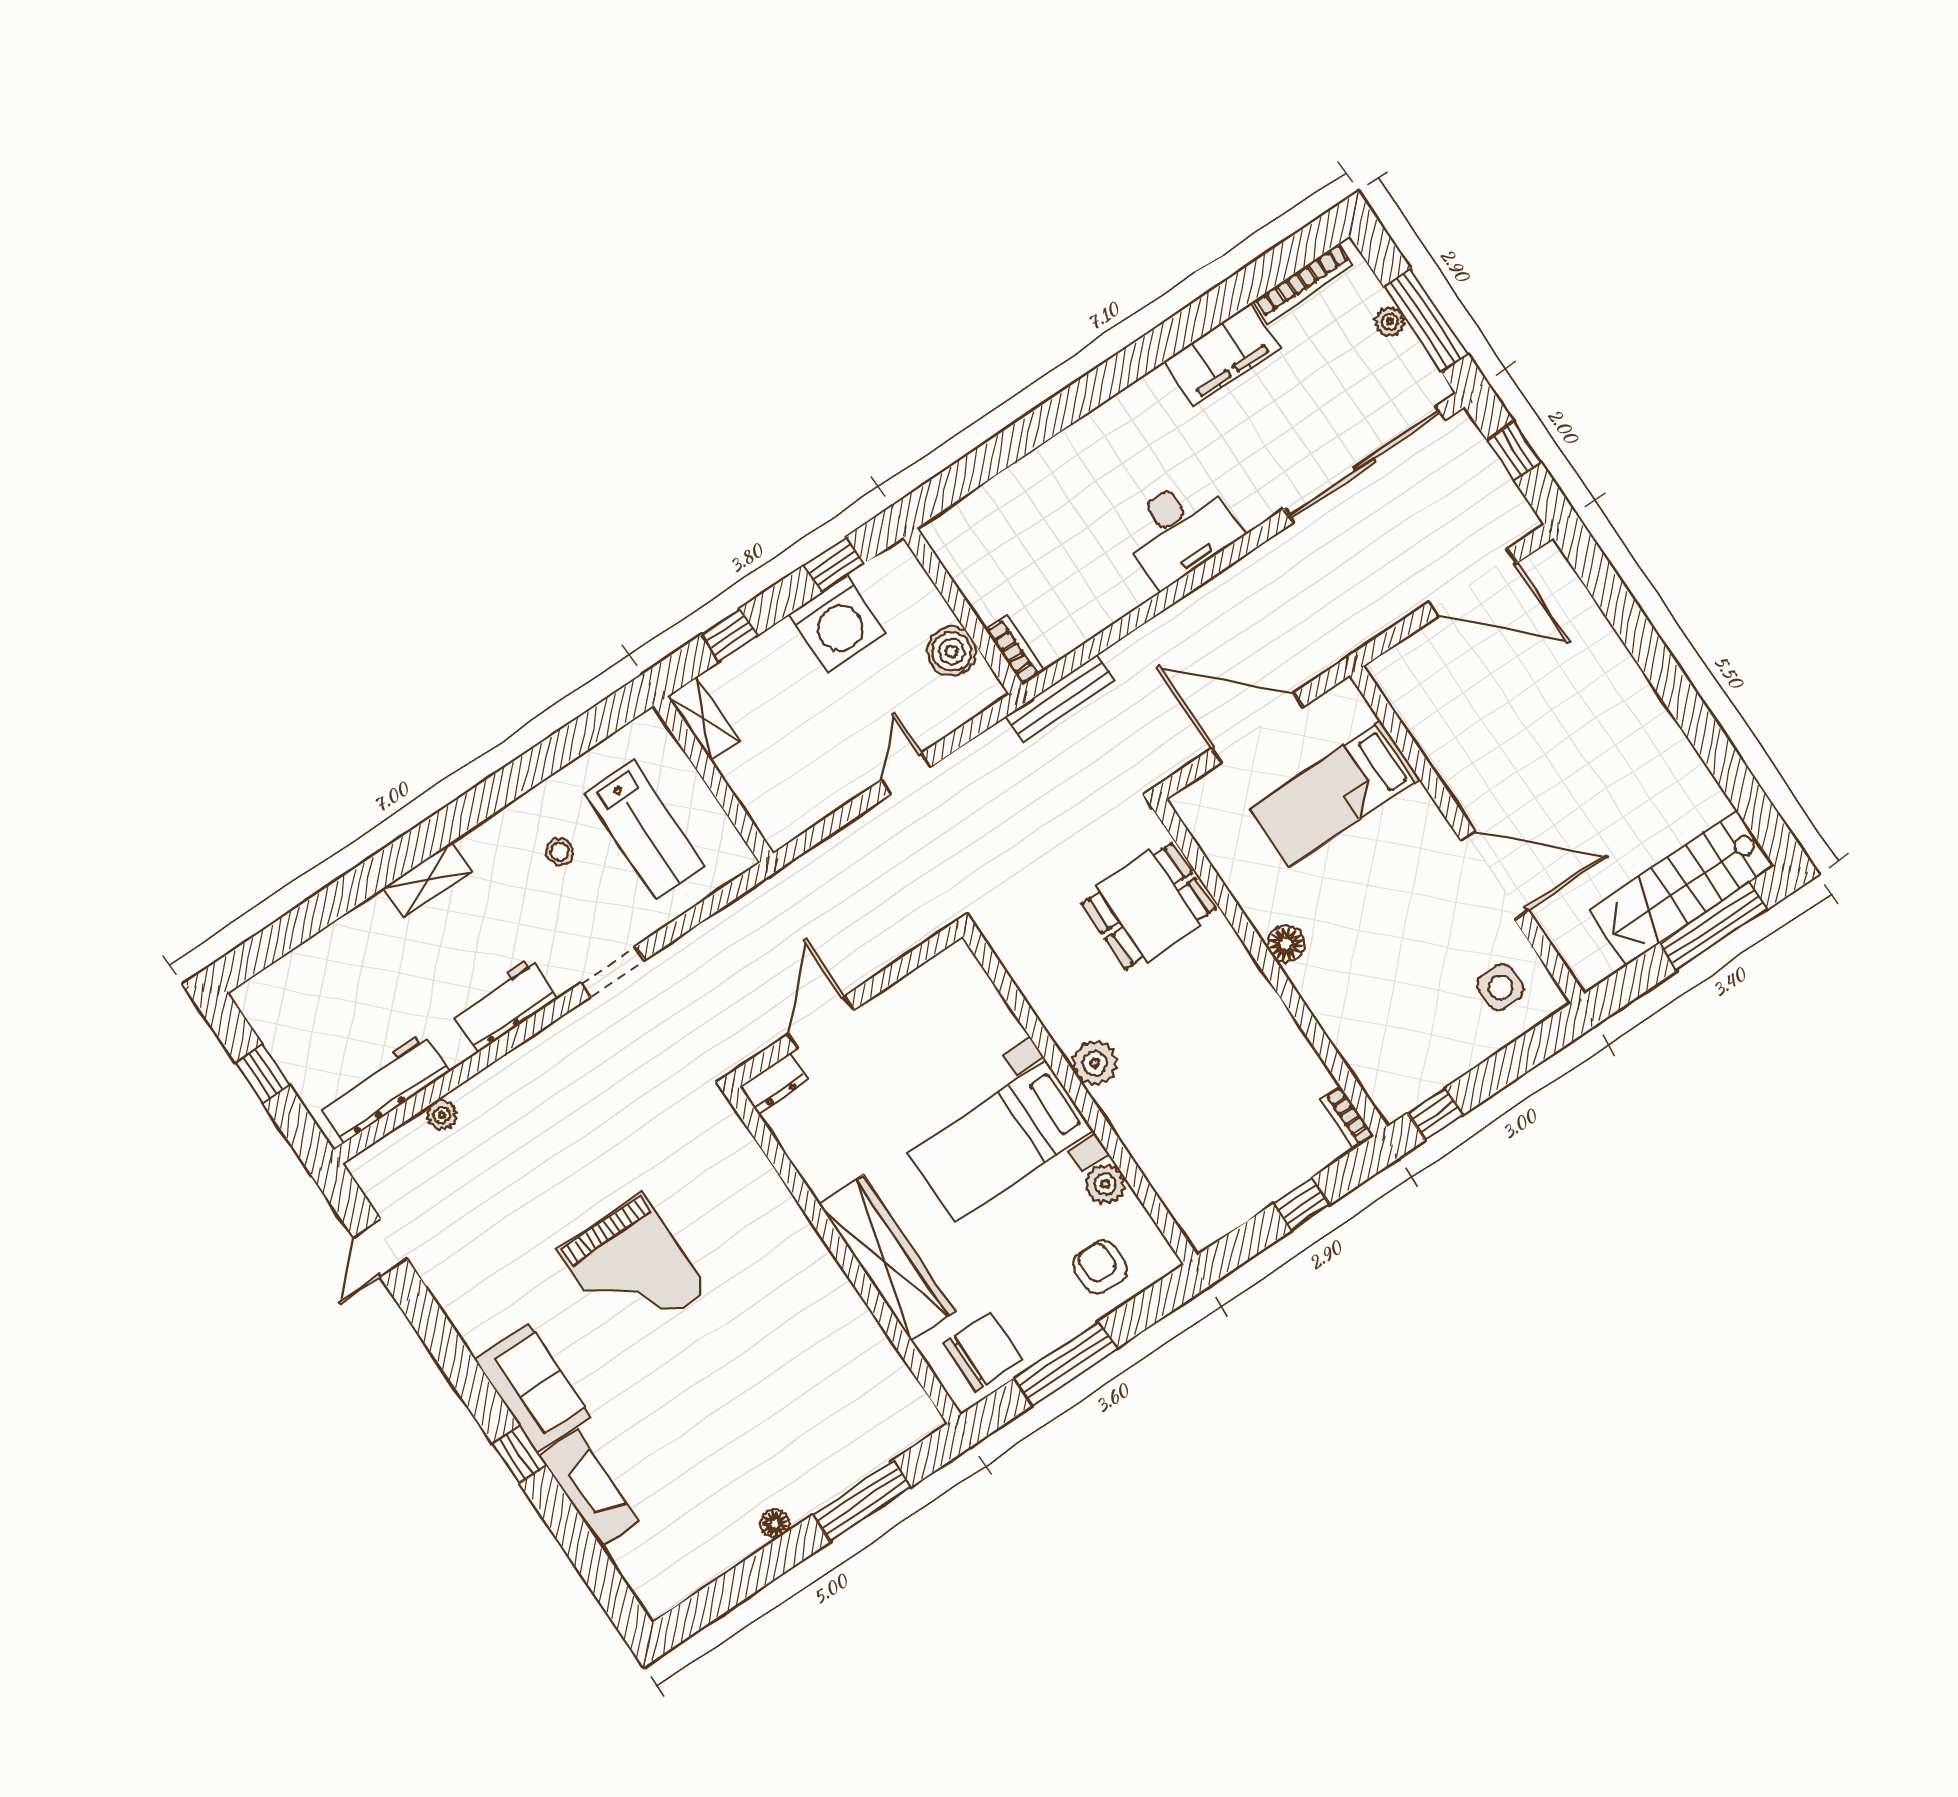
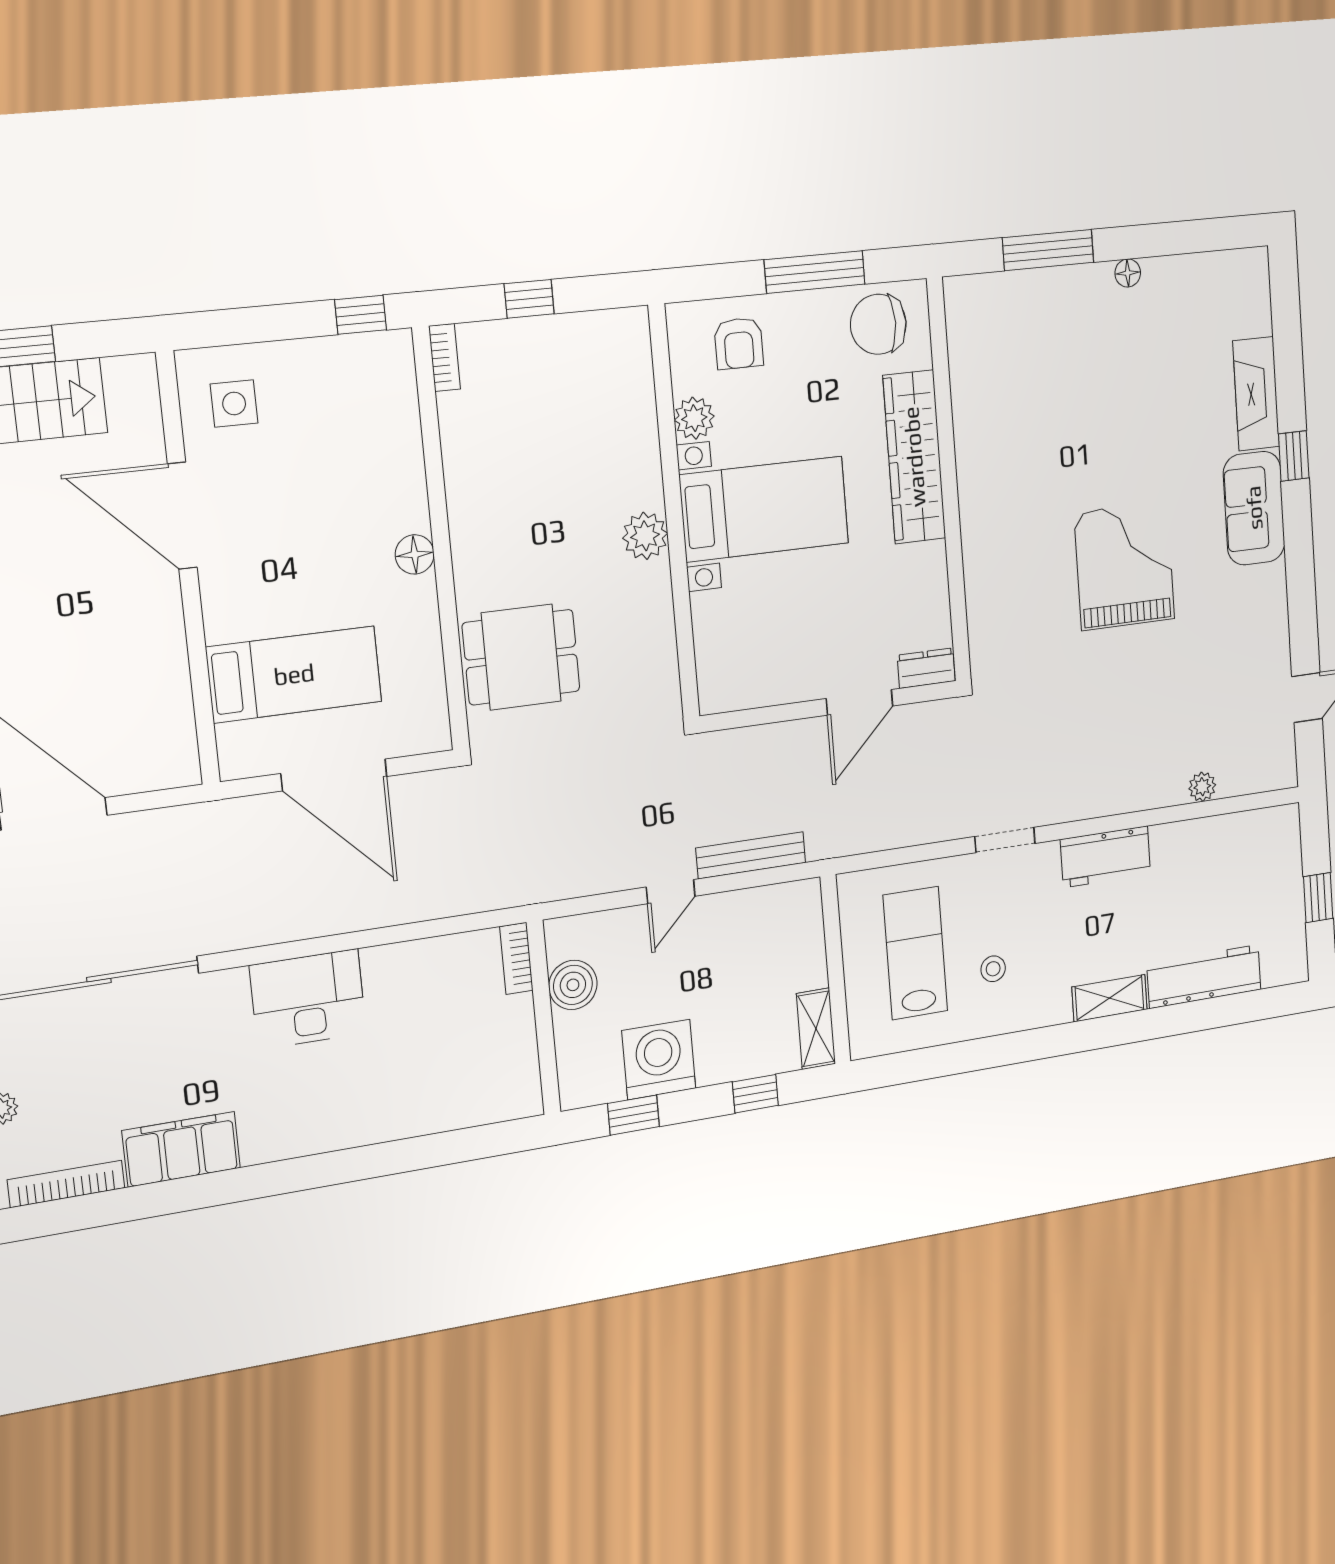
bench: (1060, 698) -> (751, 855), moved
workbench: (384, 1088) -> (1204, 977), moved, turned 180

